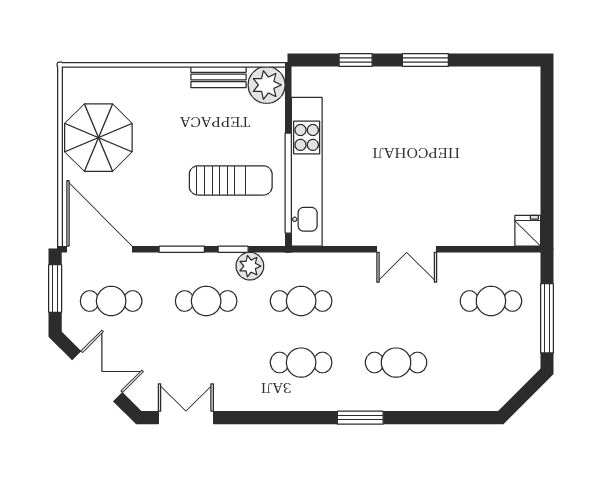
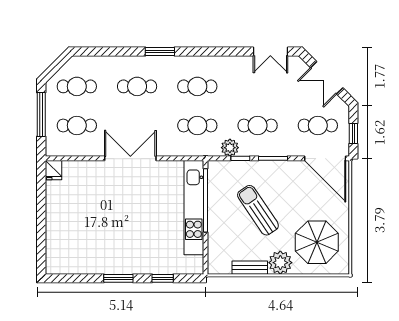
plant: (267, 85) -> (280, 263), moved
parasol: (98, 138) -> (317, 242), moved
sun lounger: (231, 180) -> (258, 210), moved, turned 56
double door: (407, 249) -> (130, 158), width x1.37
window: (55, 288) -> (353, 133), width x0.67
cafe table: (491, 363) -> (77, 86), added

